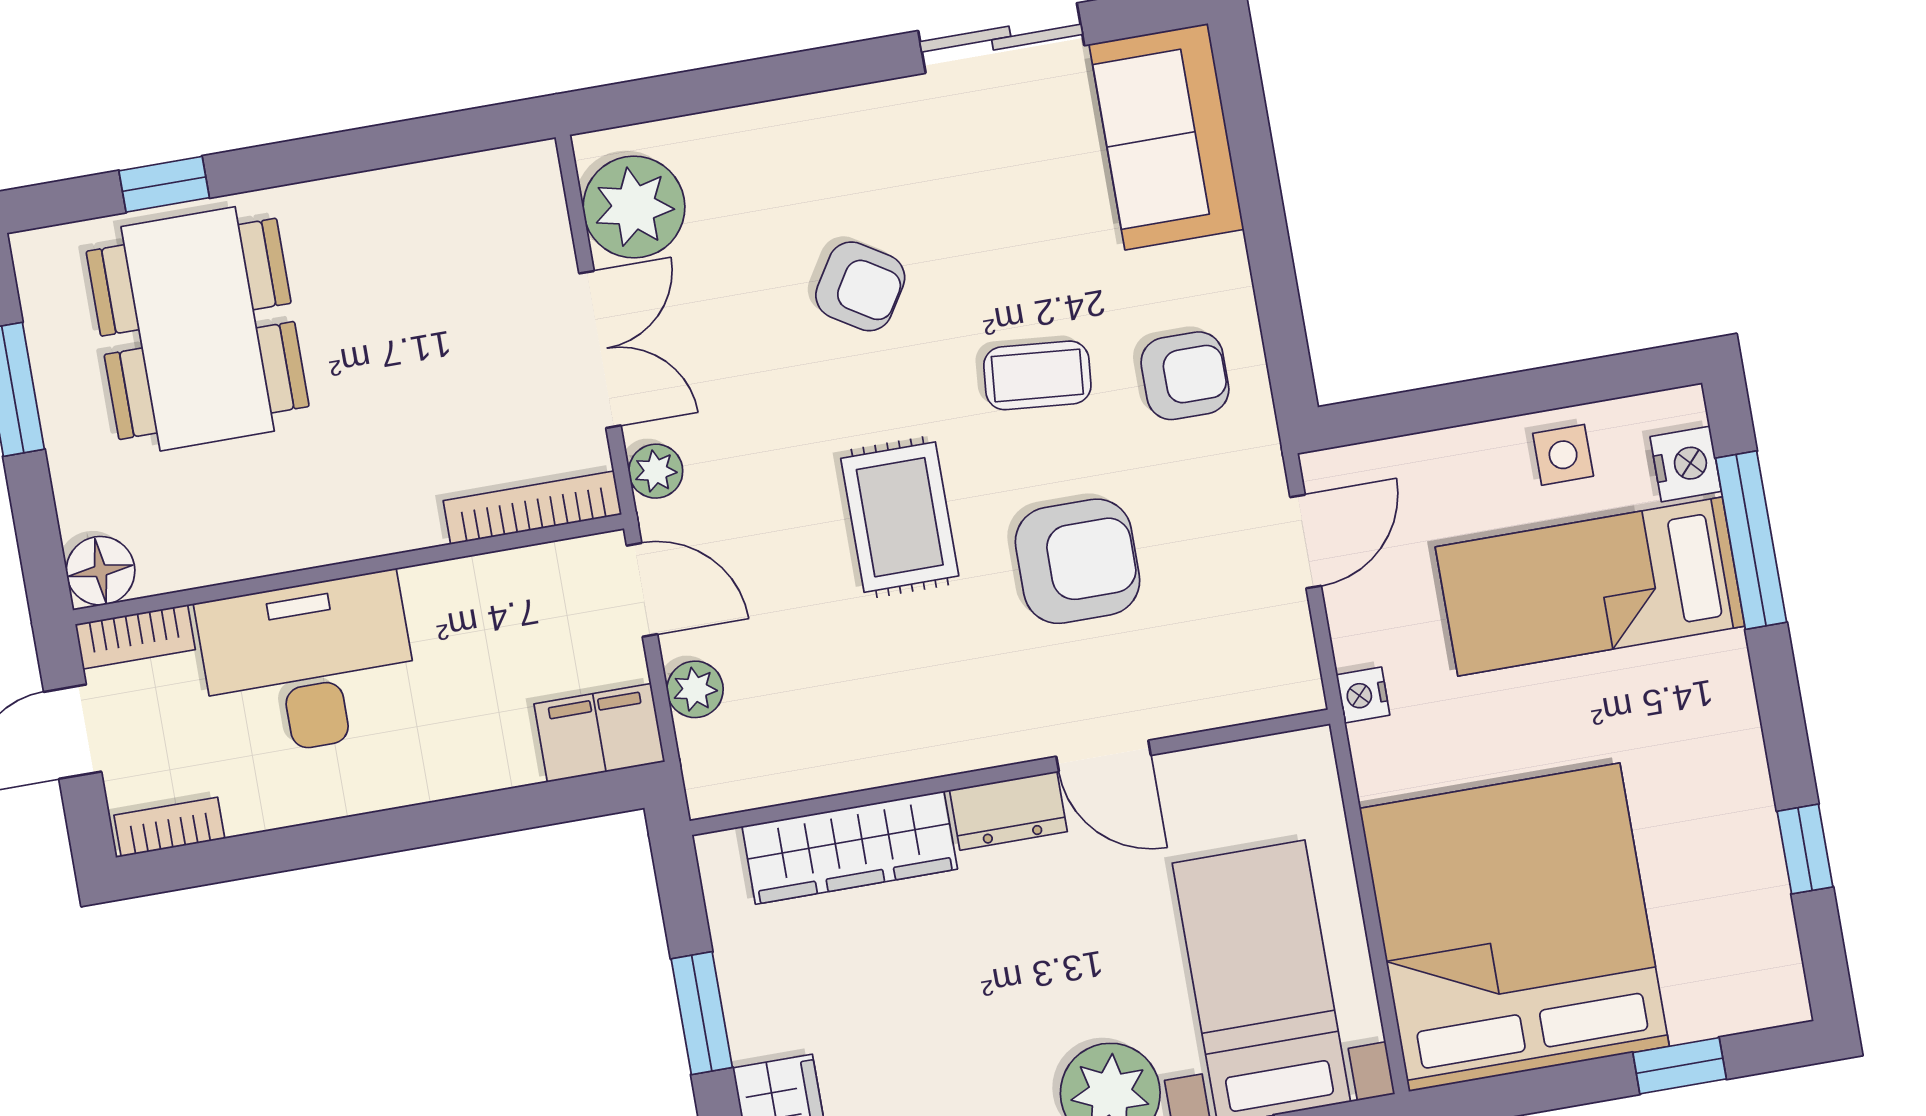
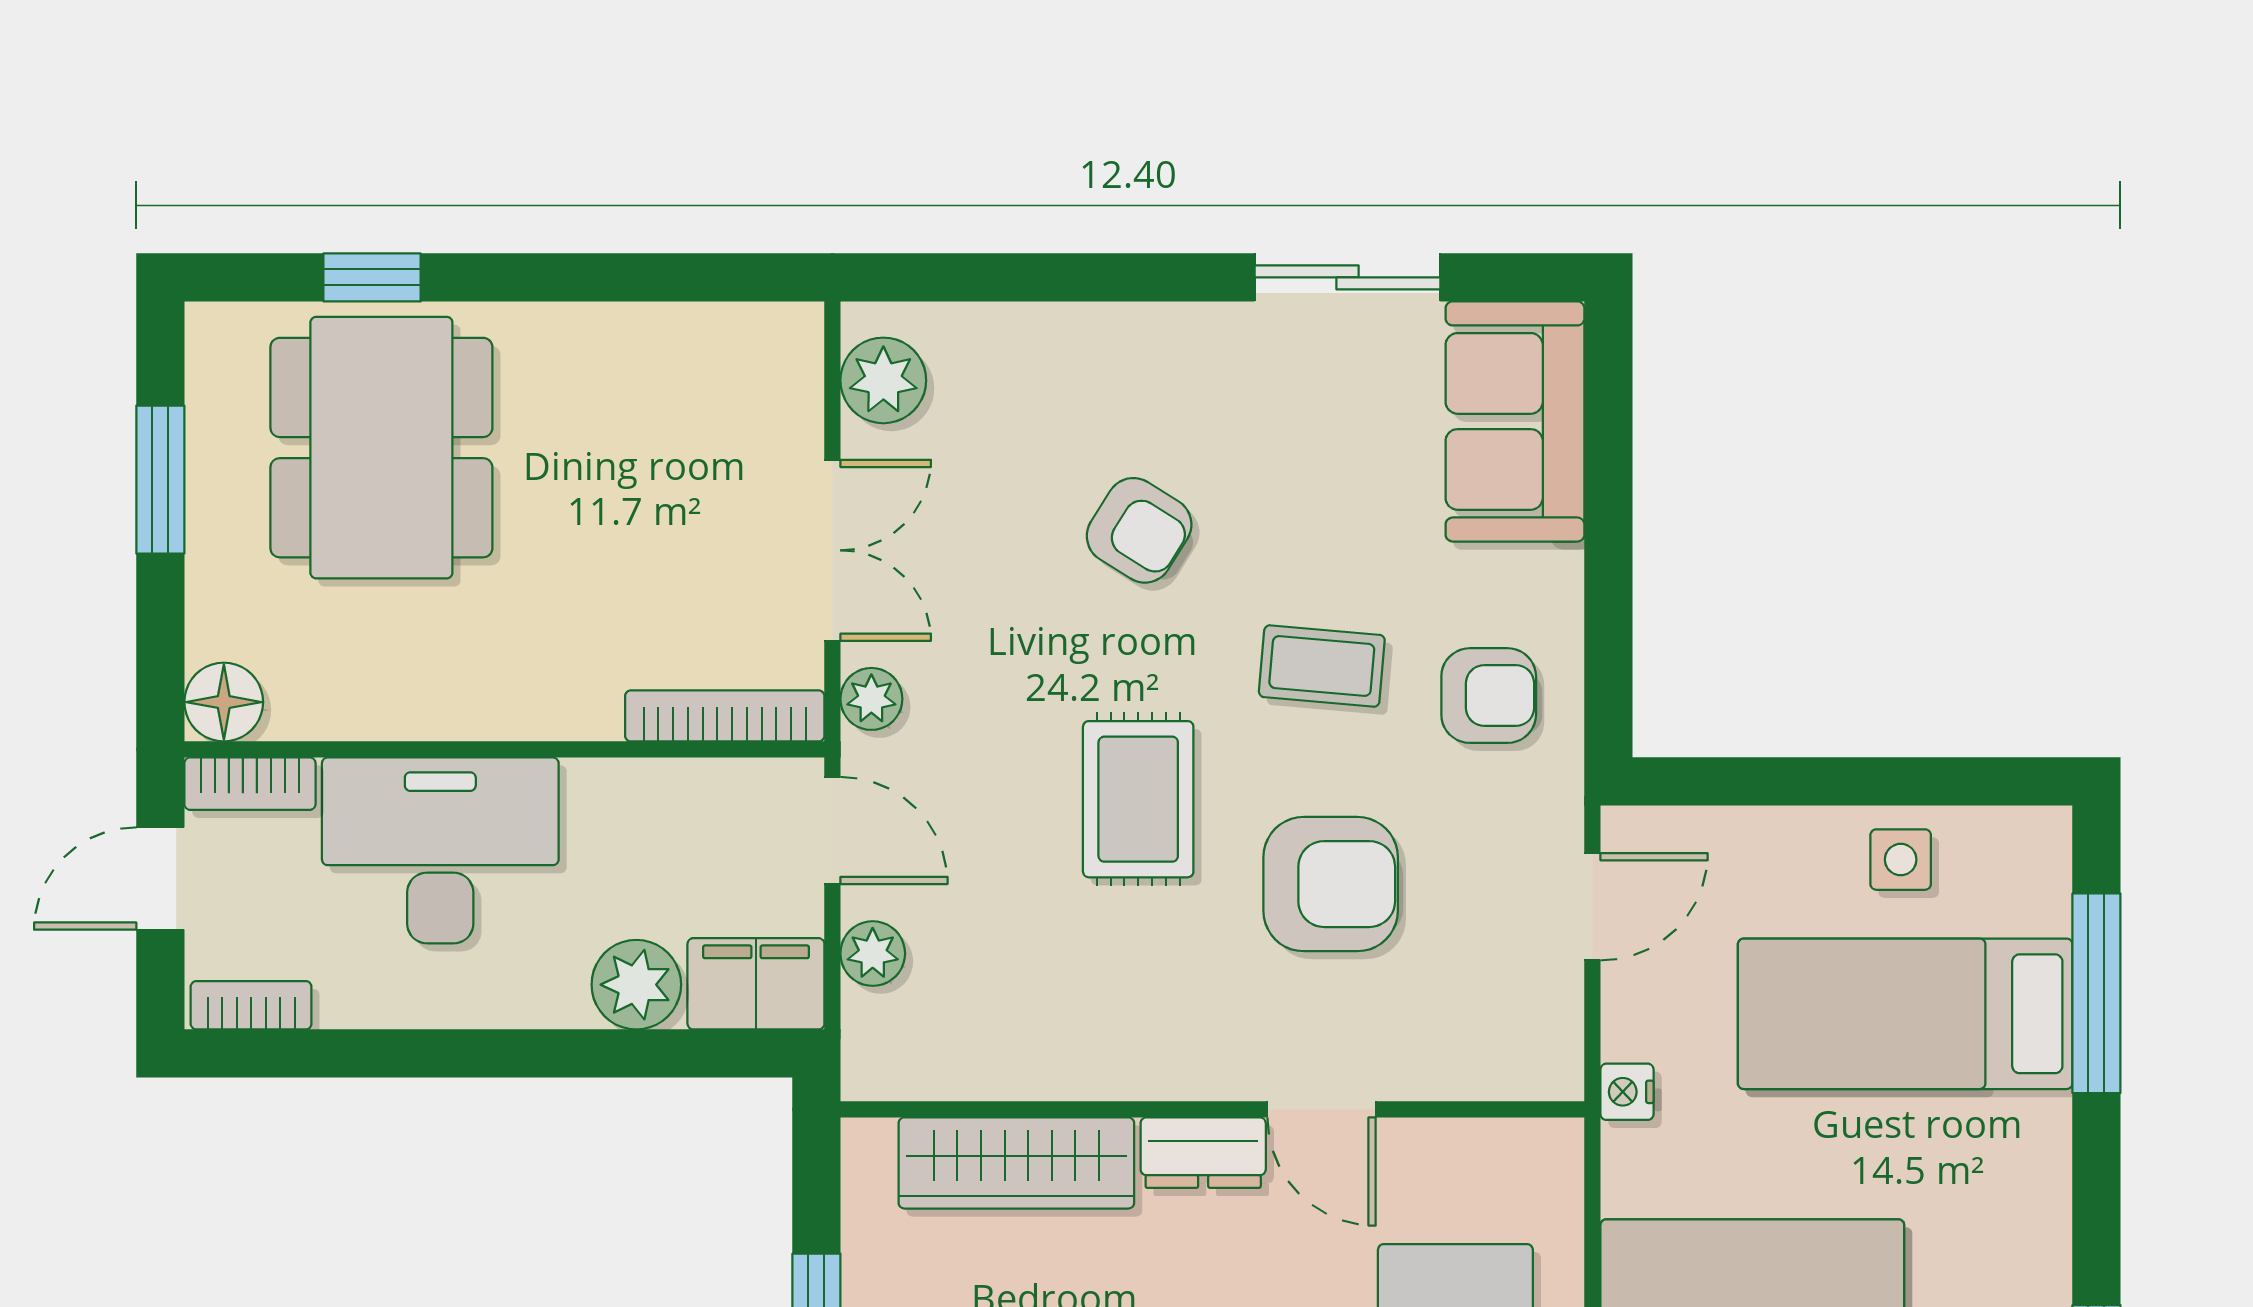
plant: (634, 207) -> (883, 380), width x0.73, depth x0.73
nightstand: (1686, 464) -> (2037, 894), removed
plant: (497, 751) -> (636, 985), added

